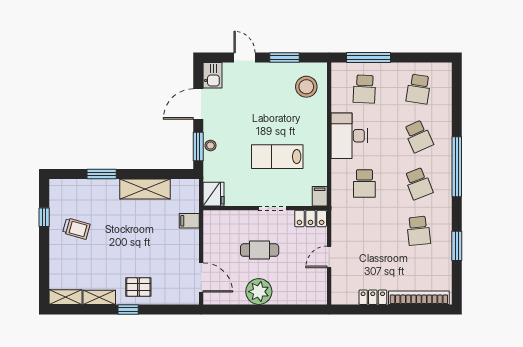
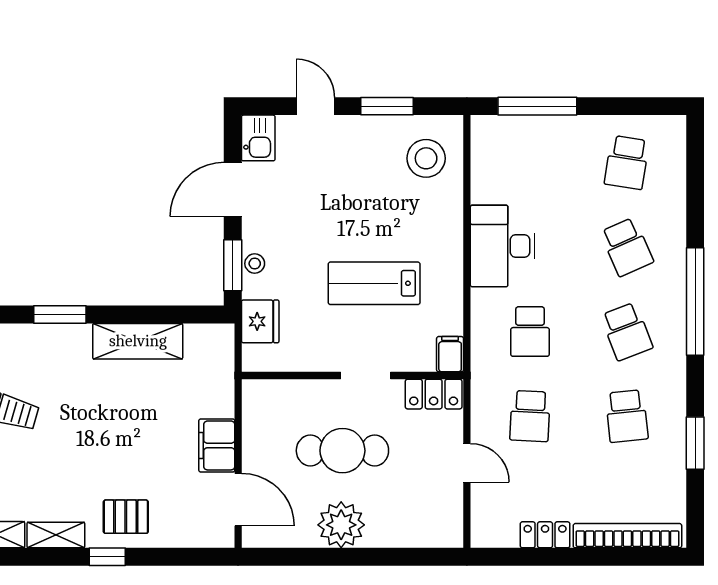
school desk: (364, 89) -> (530, 416), moved
fridge: (214, 194) -> (260, 321), moved
filing cabinet: (189, 221) -> (217, 445), moved, width x2.00
cafe table: (260, 250) -> (342, 451), width x1.37, depth x1.35
door: (329, 257) -> (467, 463), swing flipped

